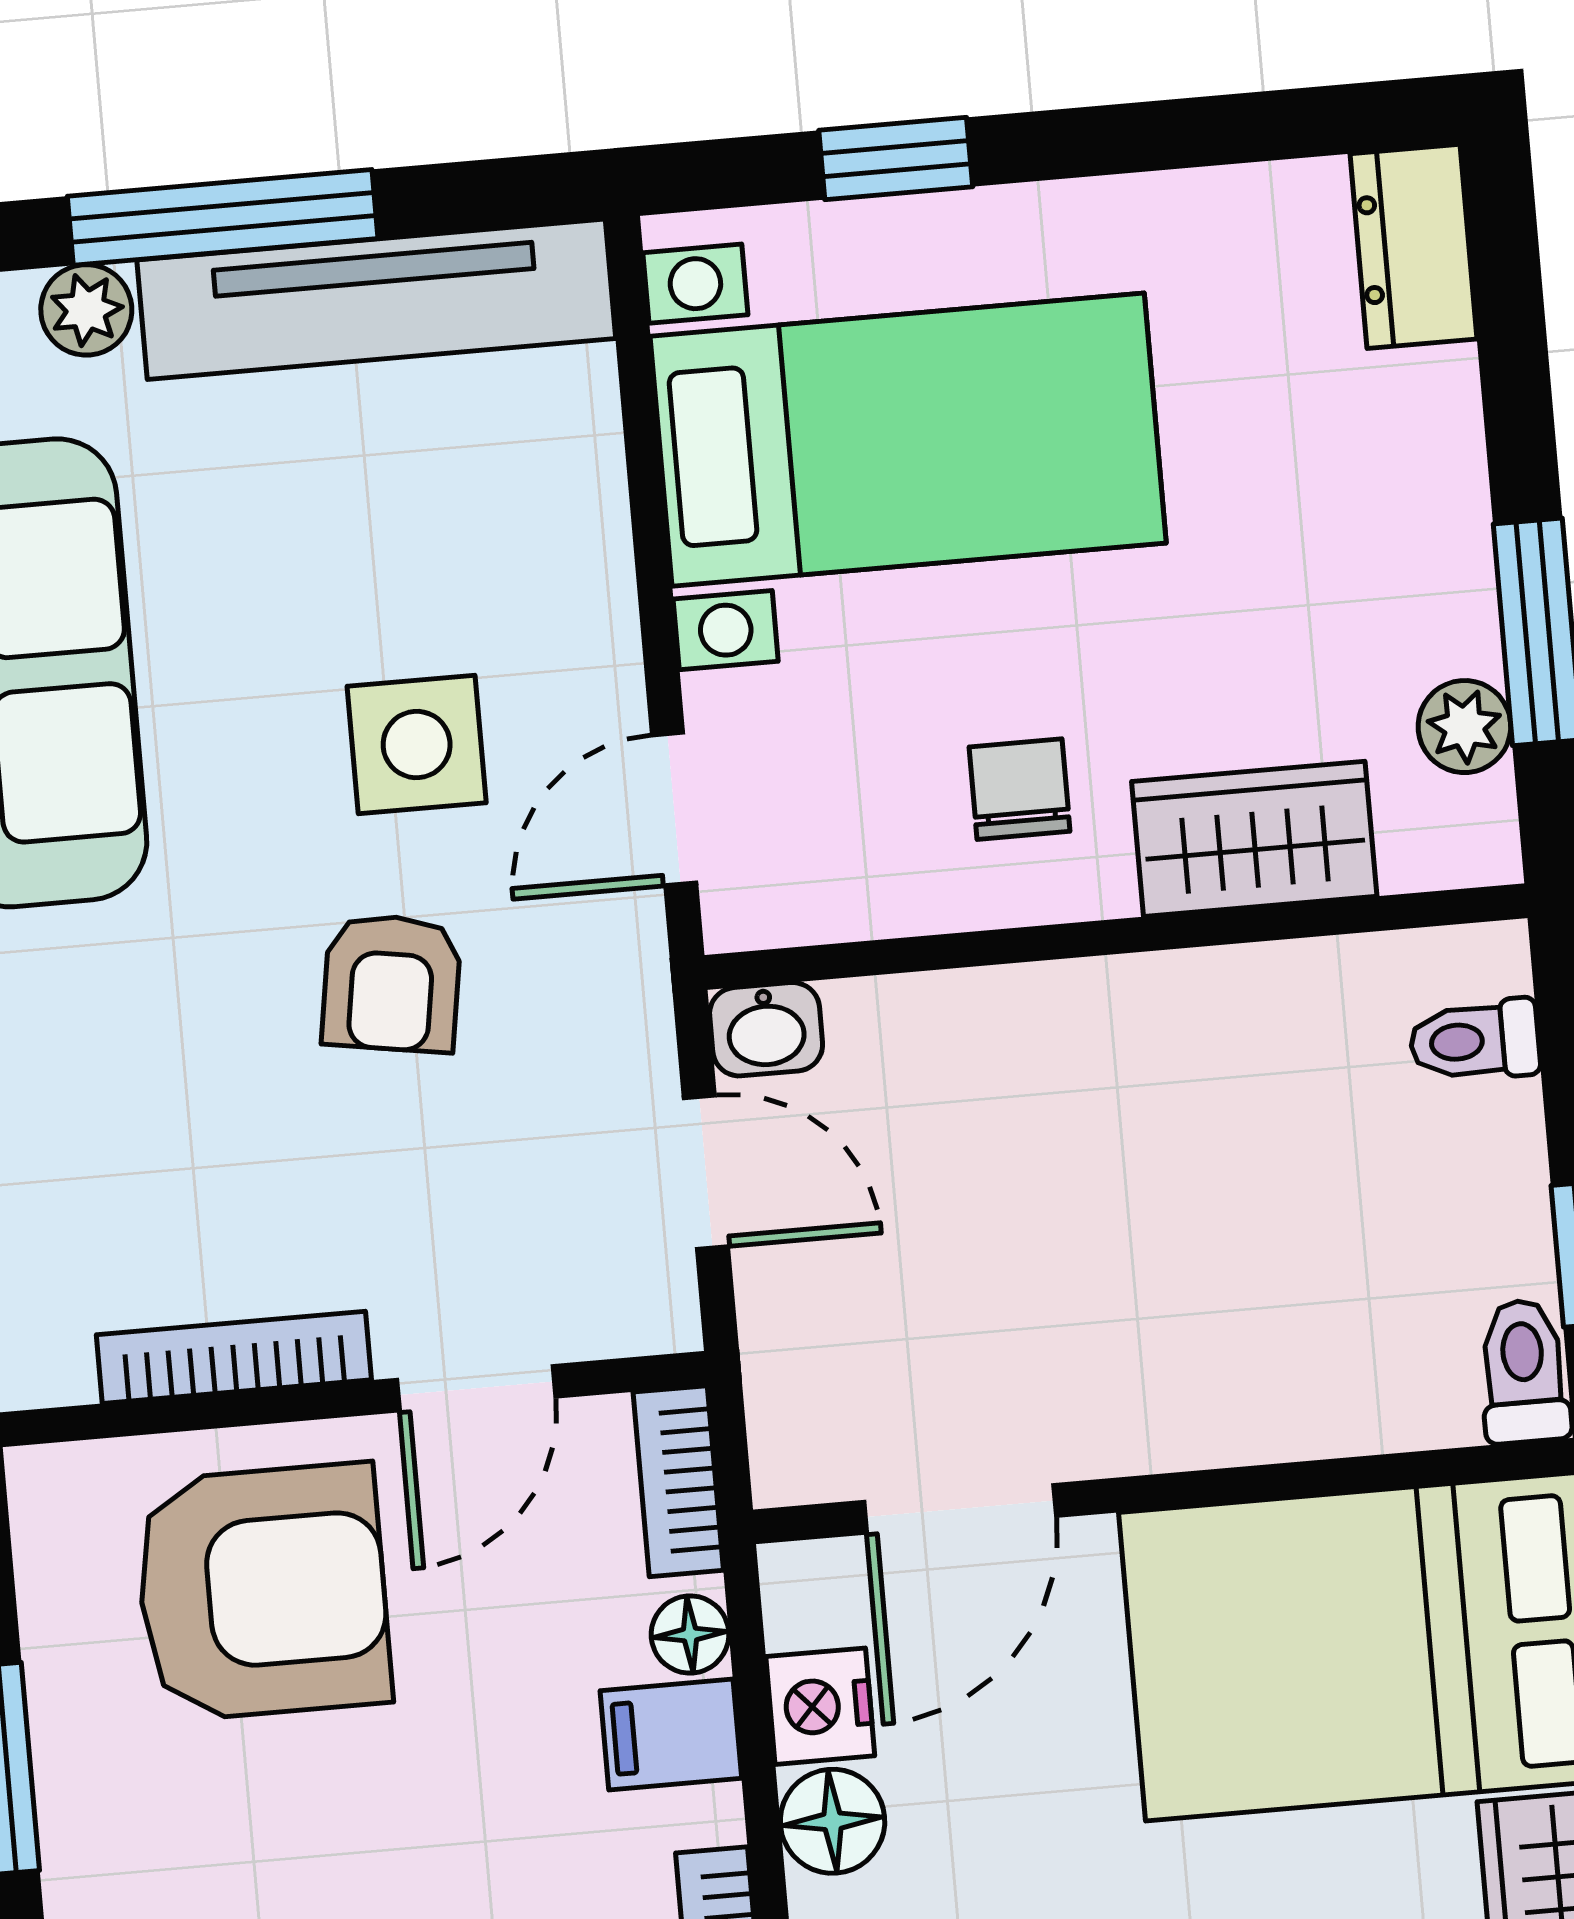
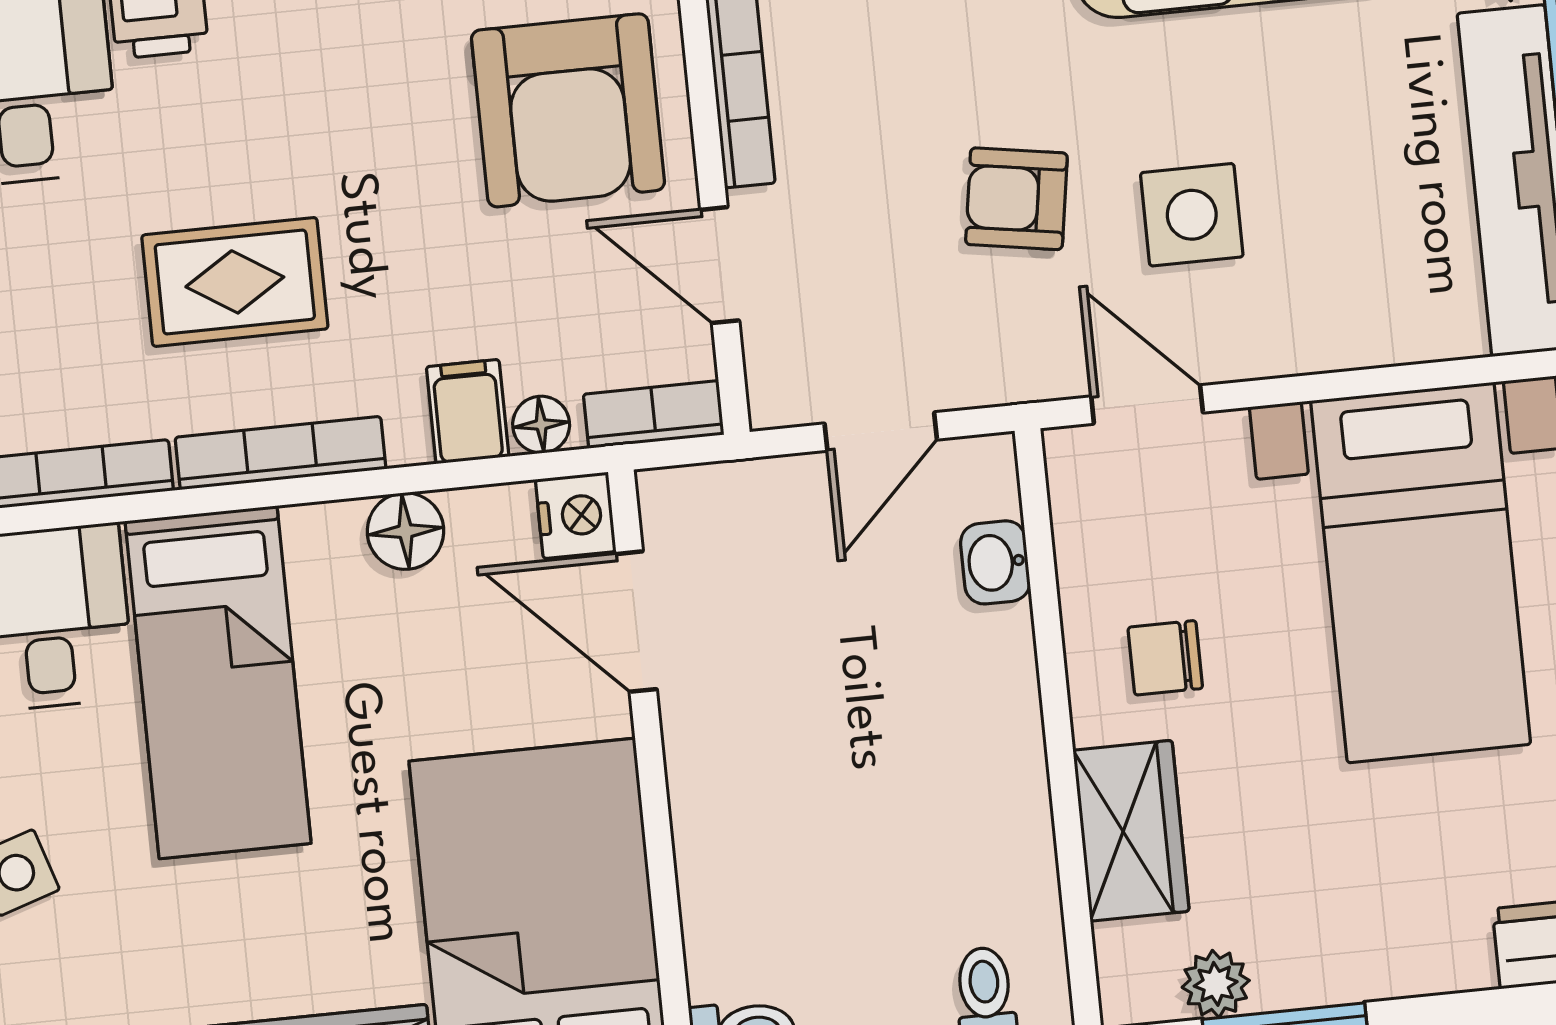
chair: (1020, 789) -> (1165, 658), turned 180
washbasin: (766, 1029) -> (995, 562), moved
nightstand: (820, 1706) -> (576, 515), moved, turned 90

